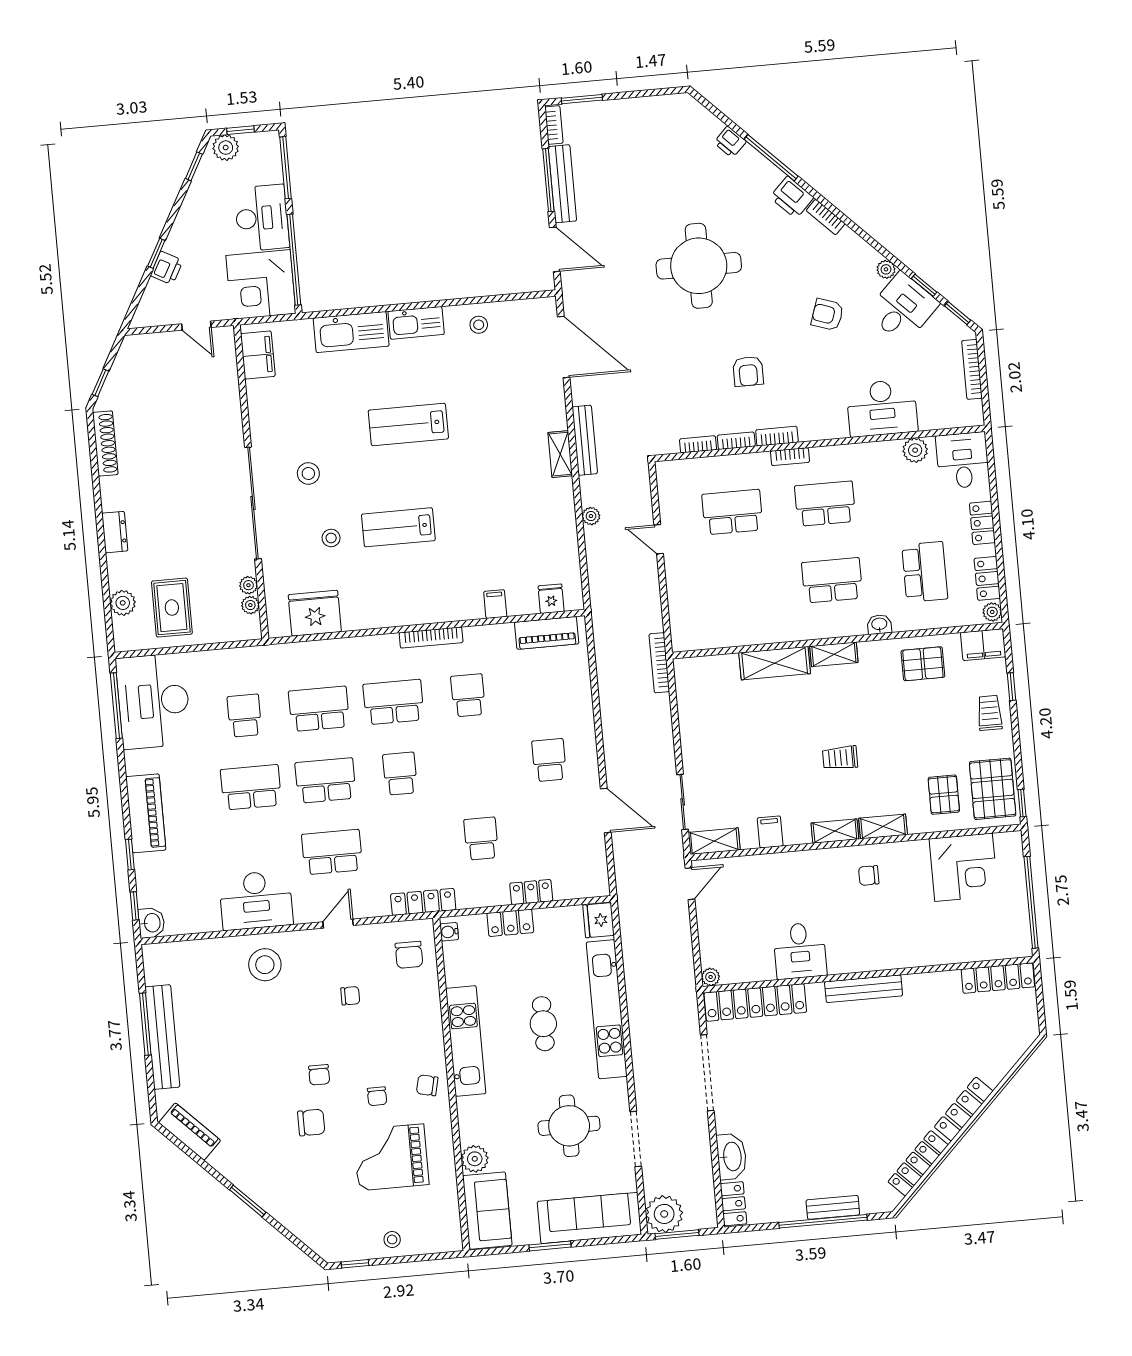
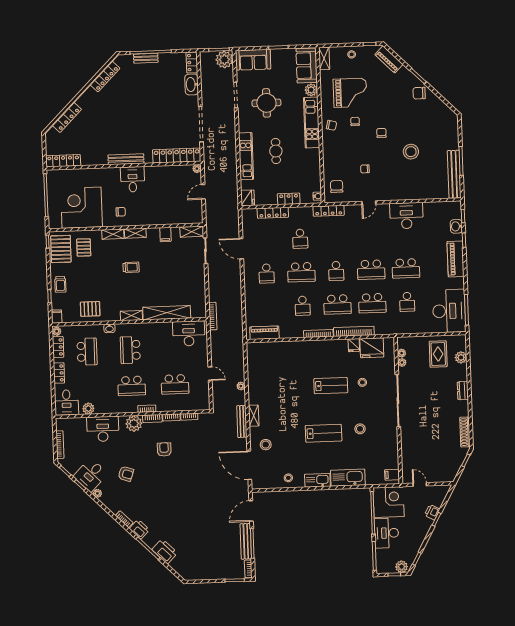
printer: (730, 142) -> (165, 551), width x1.87, depth x1.48
door: (555, 249) -> (251, 511), hinge flipped
round table: (699, 266) -> (184, 500), removed
filing cabinet: (258, 355) -> (392, 475), width x0.50
stool: (531, 393) -> (266, 445), added
plant: (816, 423) -> (134, 423), added
stool: (308, 473) -> (360, 429), moved
school desk: (925, 572) -> (87, 352), turned 180
school desk: (832, 580) -> (130, 350), turned 90
fridge: (551, 599) -> (354, 345), moved
filing cabinet: (495, 604) -> (288, 347), removed
desk: (709, 623) -> (189, 333), added
filing cabinet: (983, 645) -> (57, 317), width x0.50
bookcase: (355, 646) -> (354, 331), added
shelving: (775, 663) -> (167, 313), width x1.47
school desk: (332, 852) -> (301, 272), moved
corner desk: (964, 867) -> (81, 208), width x1.36, depth x1.36
door: (690, 884) -> (203, 192), moved
locker: (531, 892) -> (273, 213), width x1.53
washbasin: (152, 923) -> (456, 226), moved
desk: (800, 951) -> (133, 179), moved
stool: (265, 965) -> (411, 152), moved
kitchen unit: (607, 1009) -> (246, 156), width x0.73
bench: (162, 1037) -> (454, 174), moved
kitchen unit: (466, 1041) -> (312, 122), moved
locker: (964, 1109) -> (67, 117), moved
chair: (311, 1122) -> (419, 93), moved
piano: (190, 1132) -> (389, 59), moved
sofa: (589, 1218) -> (253, 60), width x0.73
shelving: (451, 1228) -> (324, 58), added

